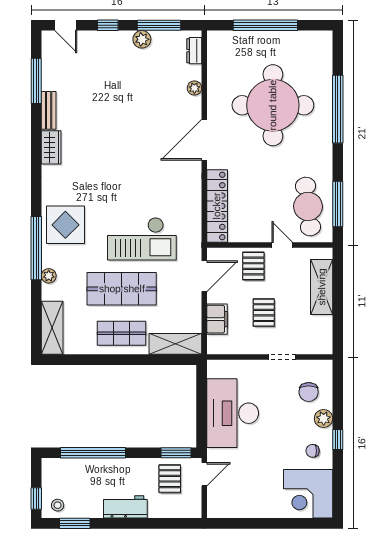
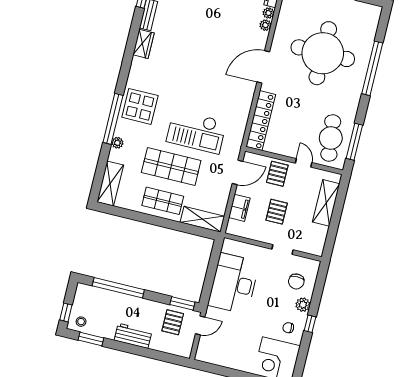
plant: (195, 72) -> (268, 13), added

